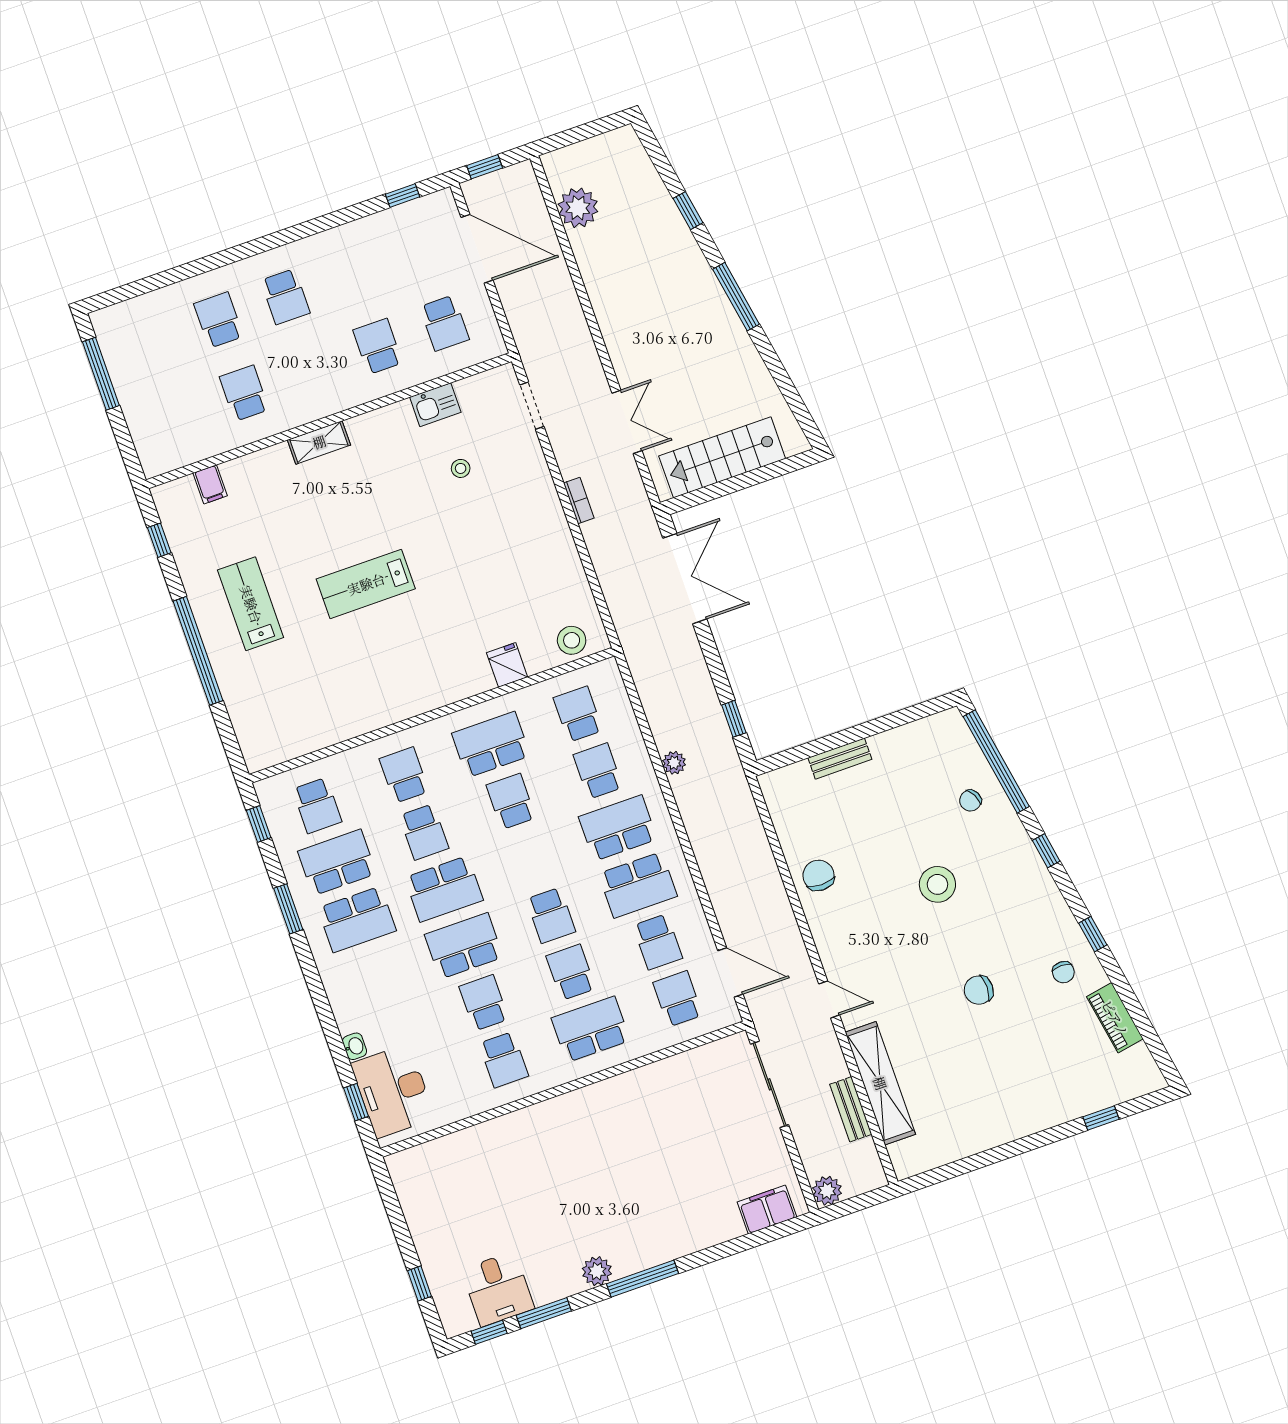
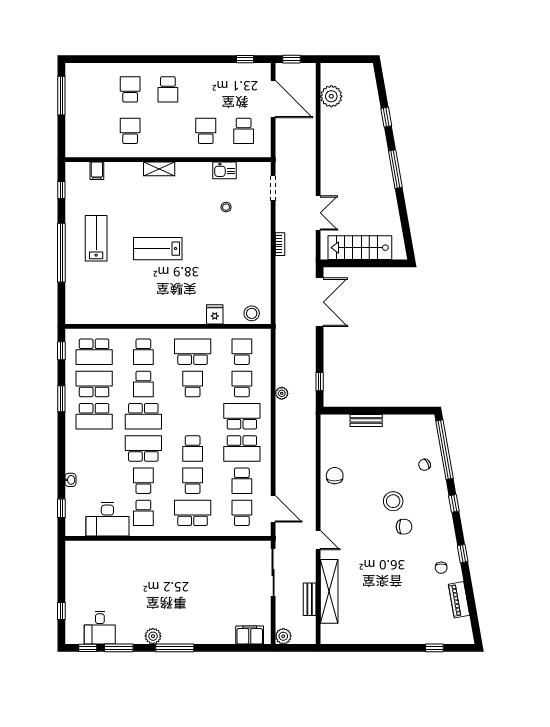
school desk: (404, 775) -> (143, 352), turned 180
school desk: (317, 805) -> (94, 352), width x1.85
chair: (979, 990) -> (404, 527), moved, turned 180
desk: (393, 1091) -> (107, 519), moved, turned -90

